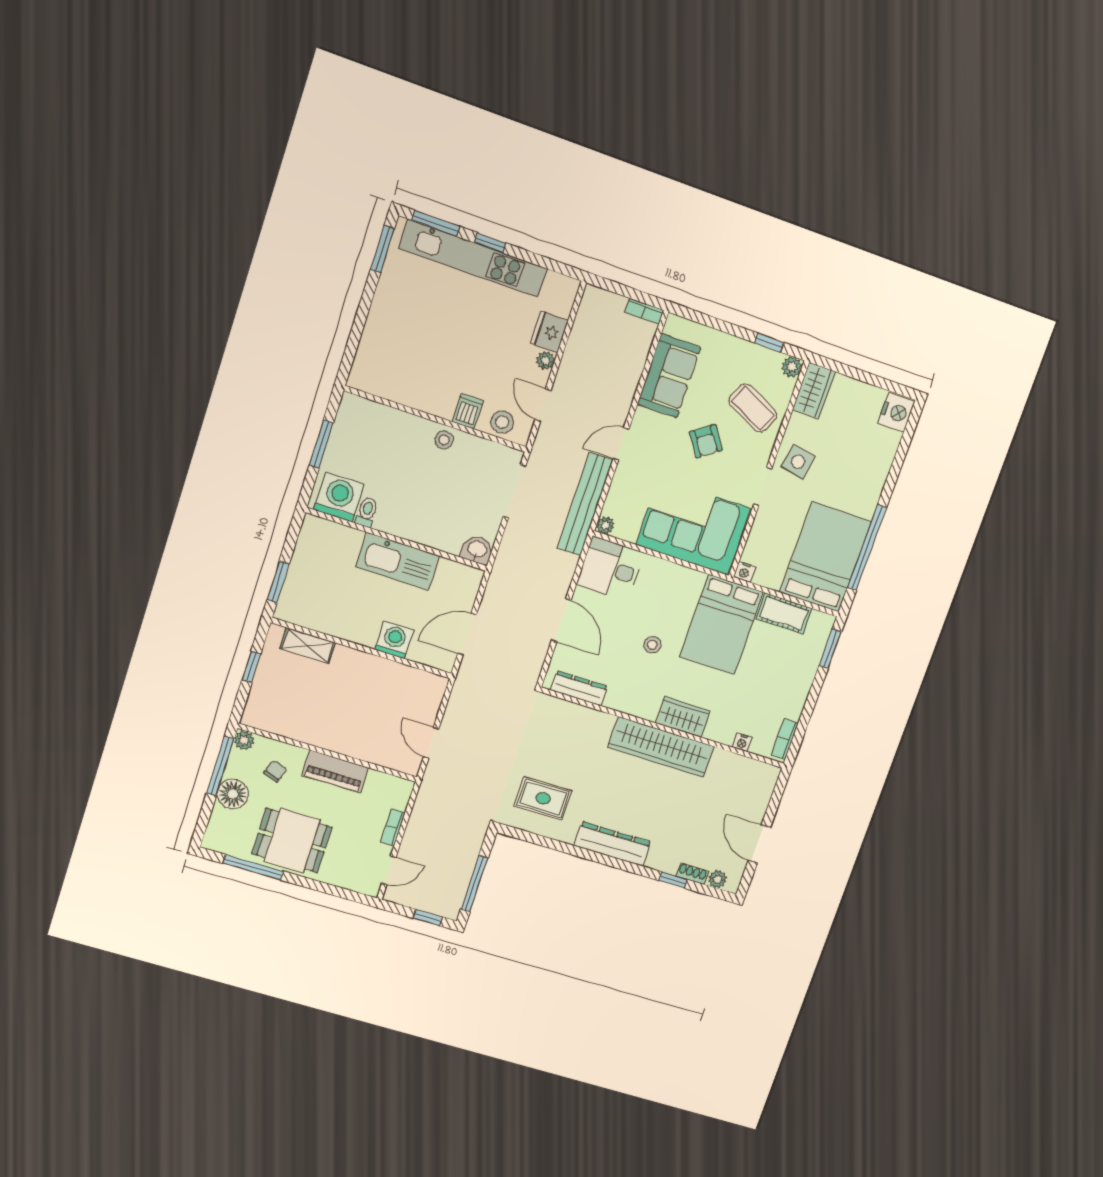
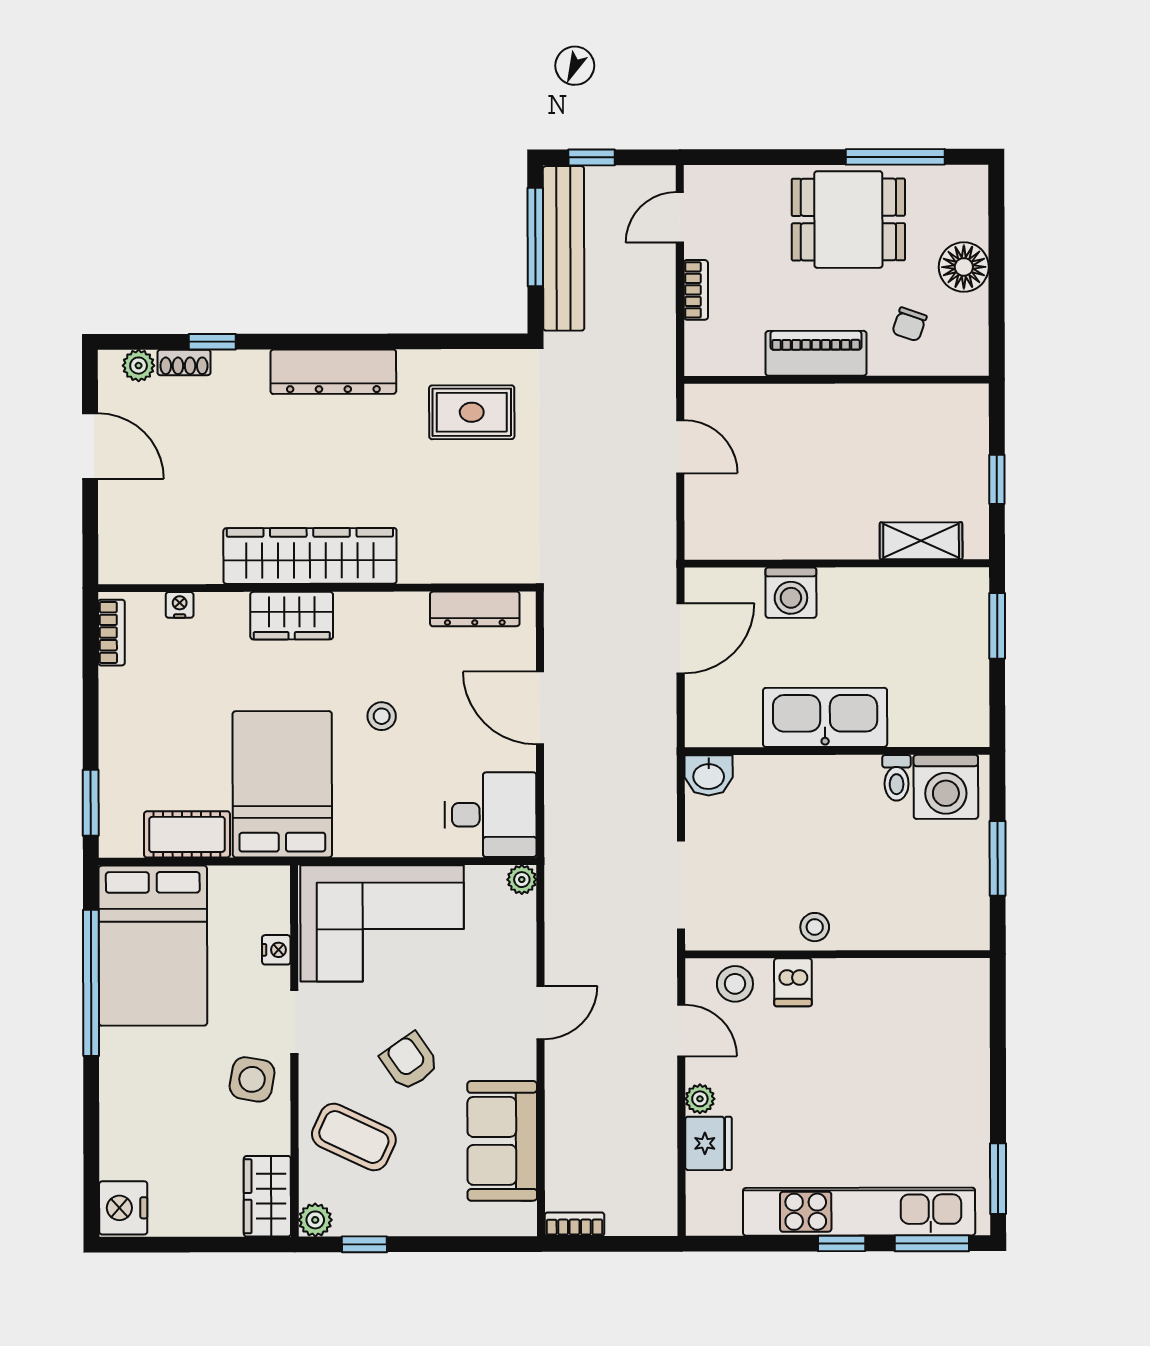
bench: (585, 504) -> (564, 248), moved
nightstand: (744, 572) -> (276, 950), moved, turned 90
plant: (244, 740) -> (972, 359), removed
window: (220, 766) -> (997, 306), removed

